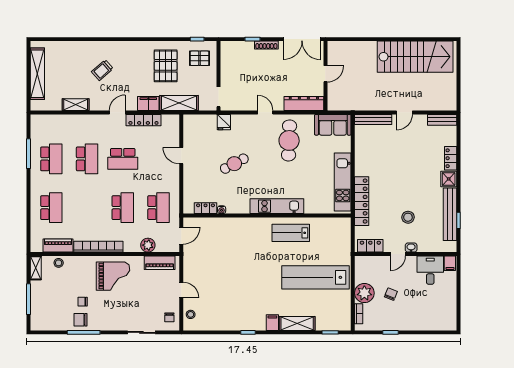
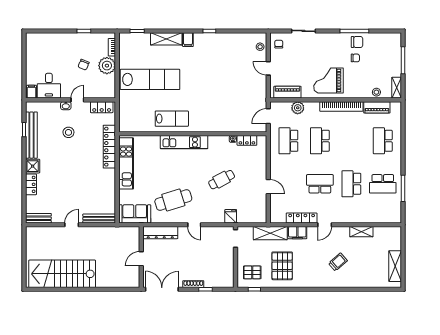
shelving: (37, 74) -> (395, 266), width x0.68
cafe table: (289, 140) -> (173, 200), turned 71
school desk: (51, 159) -> (383, 184), turned -90

